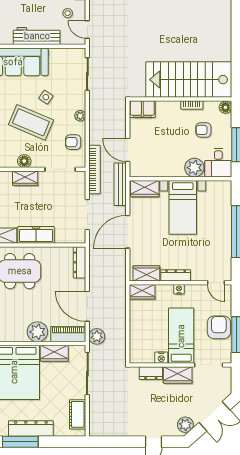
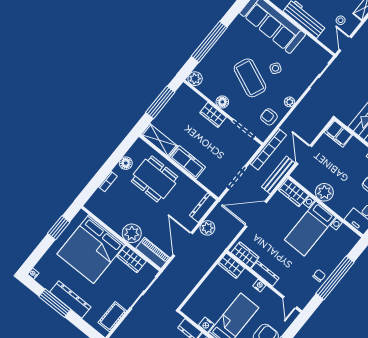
plant: (194, 168) -> (324, 192), moved
chair: (222, 241) -> (319, 276), added
plant: (97, 336) -> (207, 228), moved

